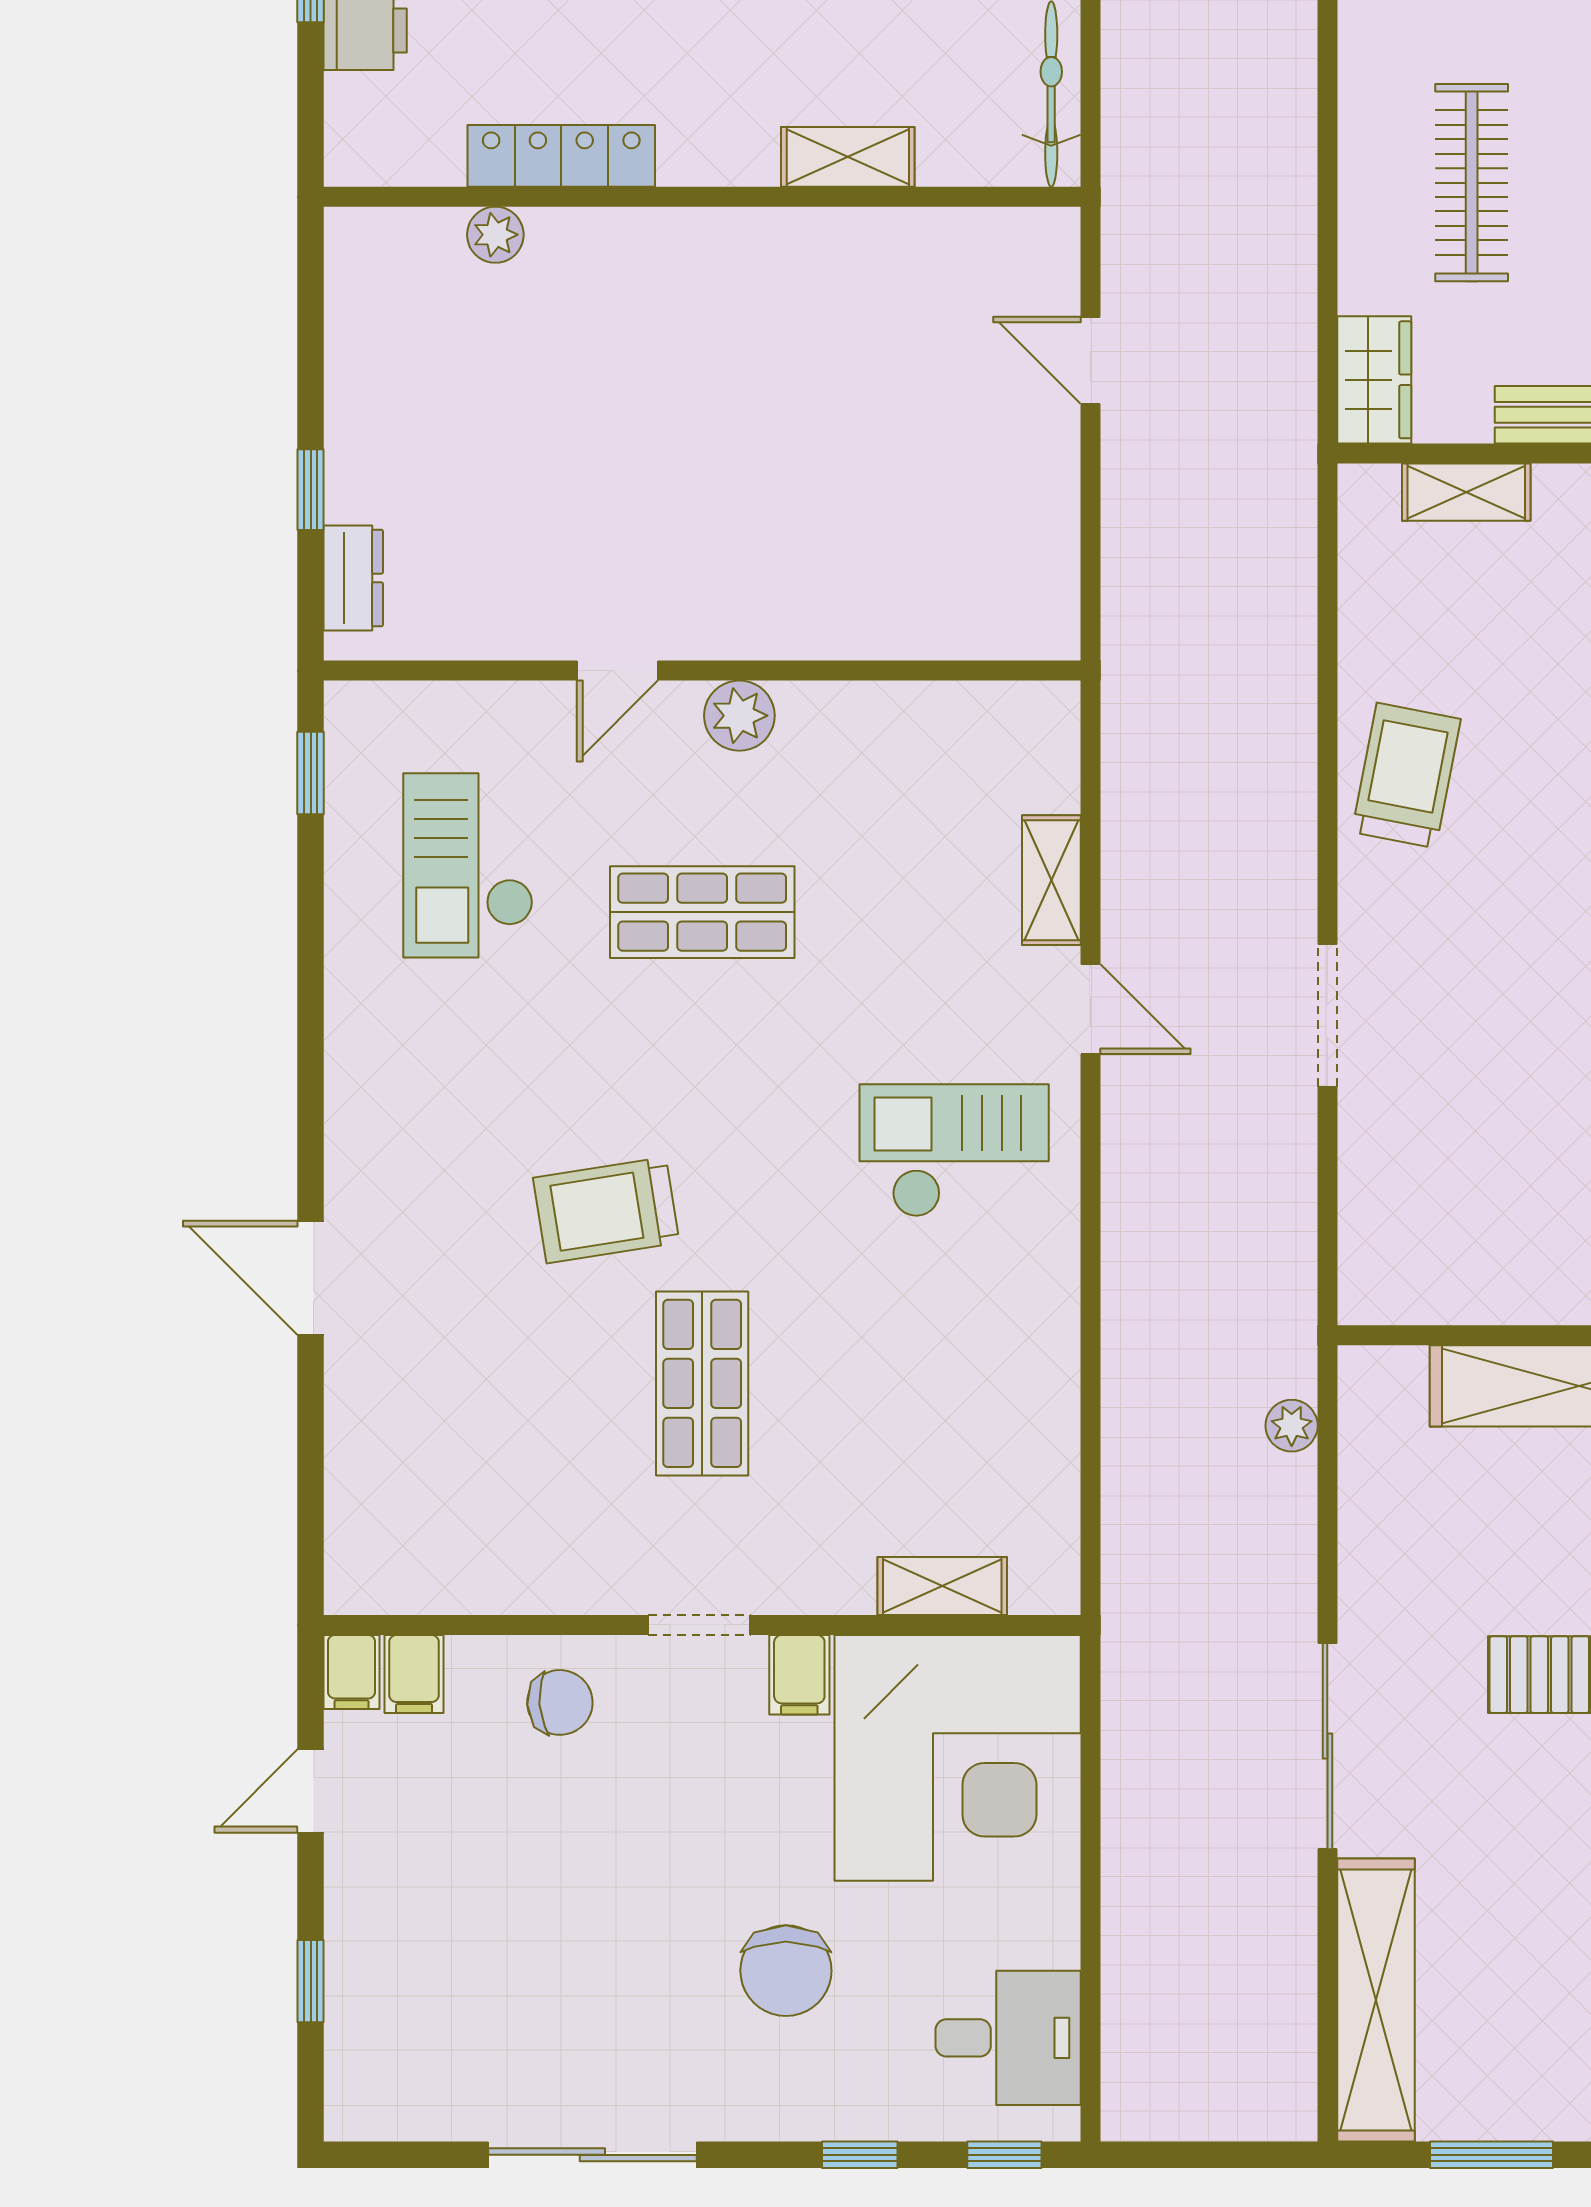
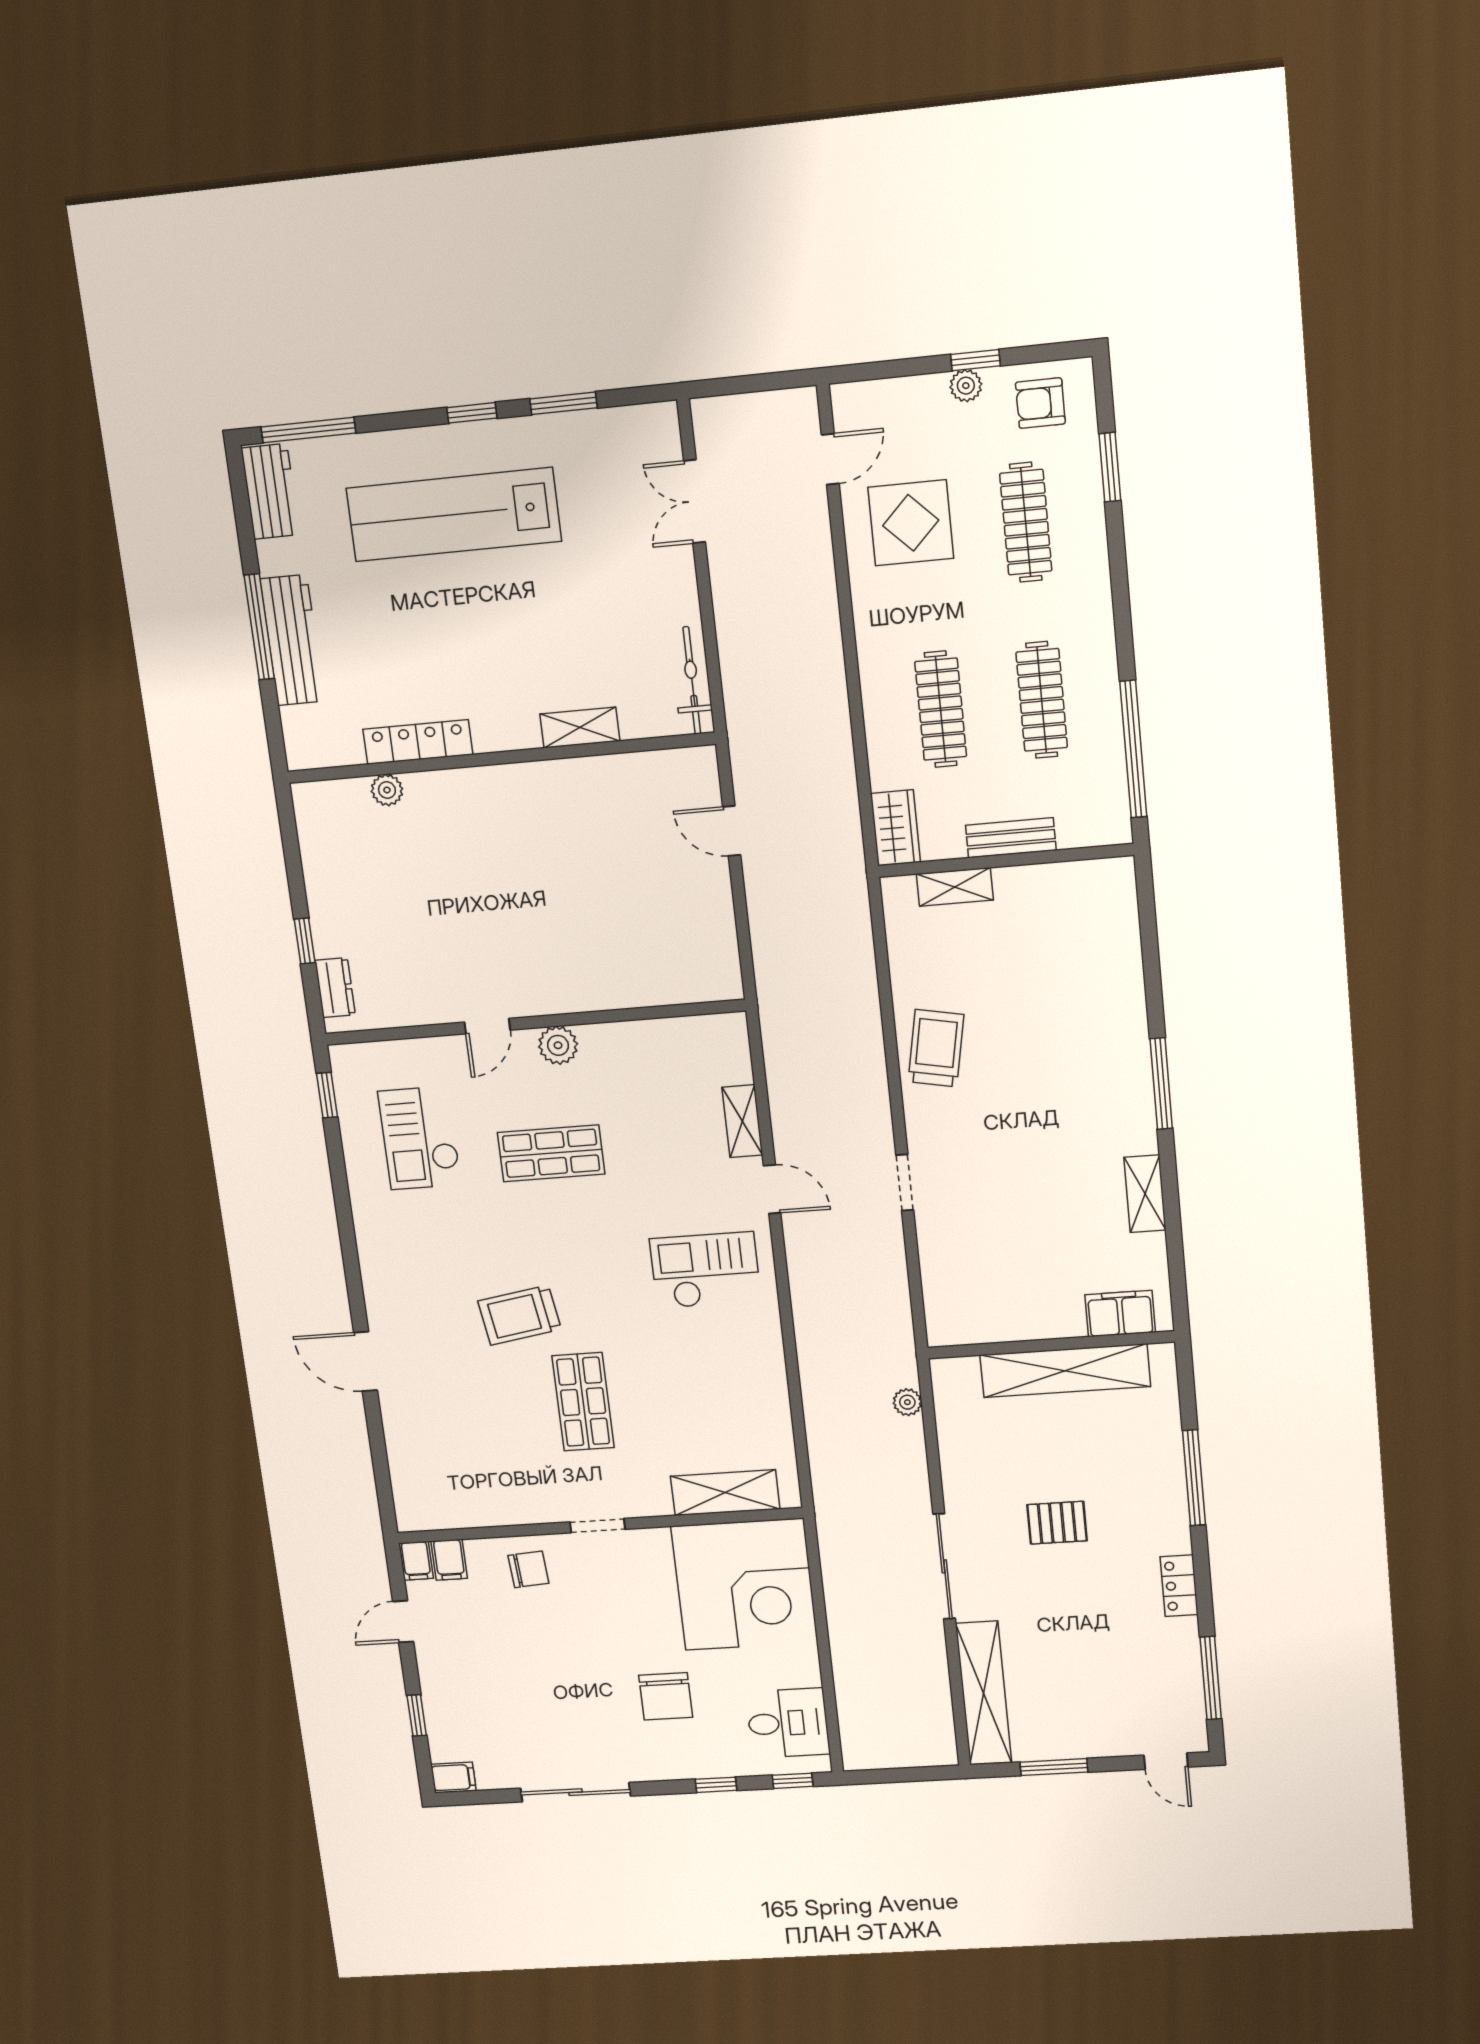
doorway: (1327, 1015) -> (905, 1183), width x0.73
shelving: (942, 1586) -> (725, 1493), width x1.50, depth x1.33
filing cabinet: (799, 1675) -> (453, 1778), moved, turned -90

